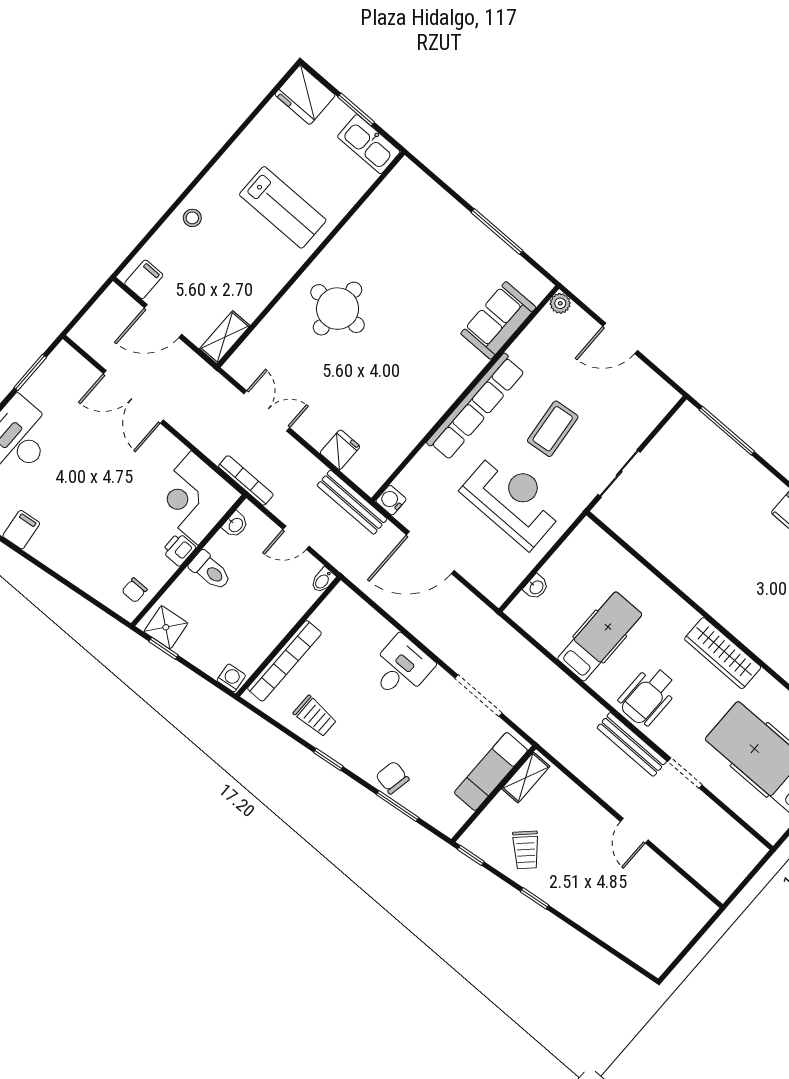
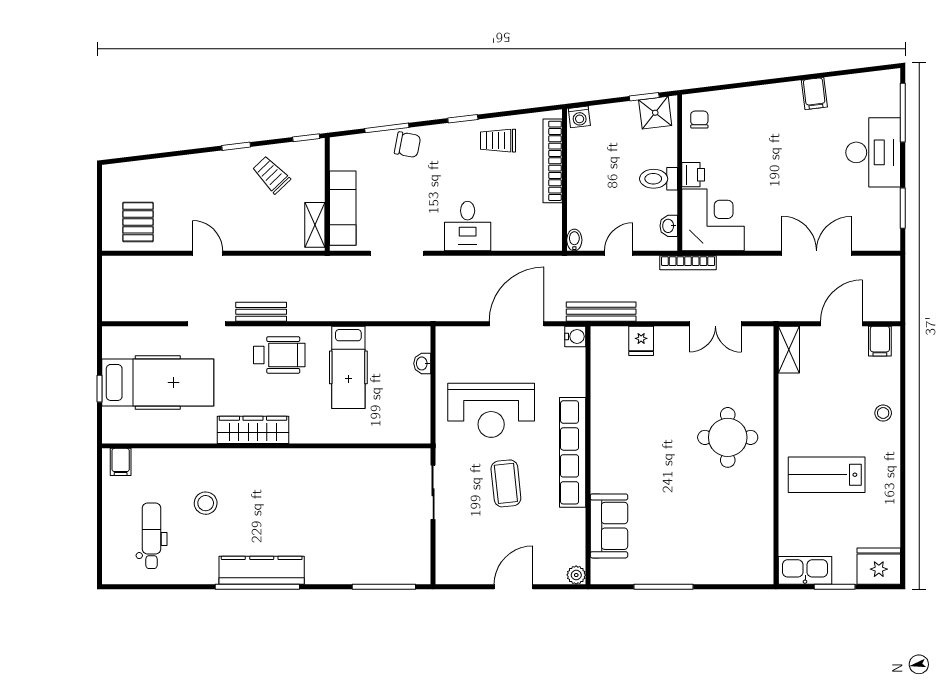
wheelchair: (648, 696) -> (279, 355), turned 90
bench: (632, 744) -> (261, 312), width x0.73
pallet: (669, 906) -> (138, 222), added

